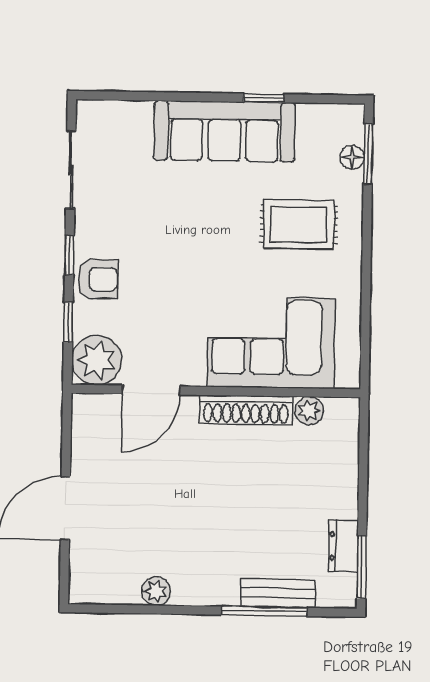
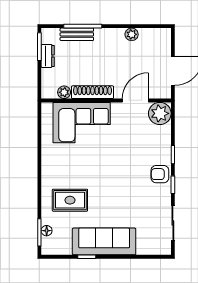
corner sofa: (271, 343) -> (82, 123), moved
plant: (97, 360) -> (160, 113), moved
door: (151, 390) -> (135, 100), moved
wall: (216, 391) -> (106, 100), moved
shoe rack: (246, 410) -> (93, 92), moved
plant: (309, 411) -> (64, 92), moved

